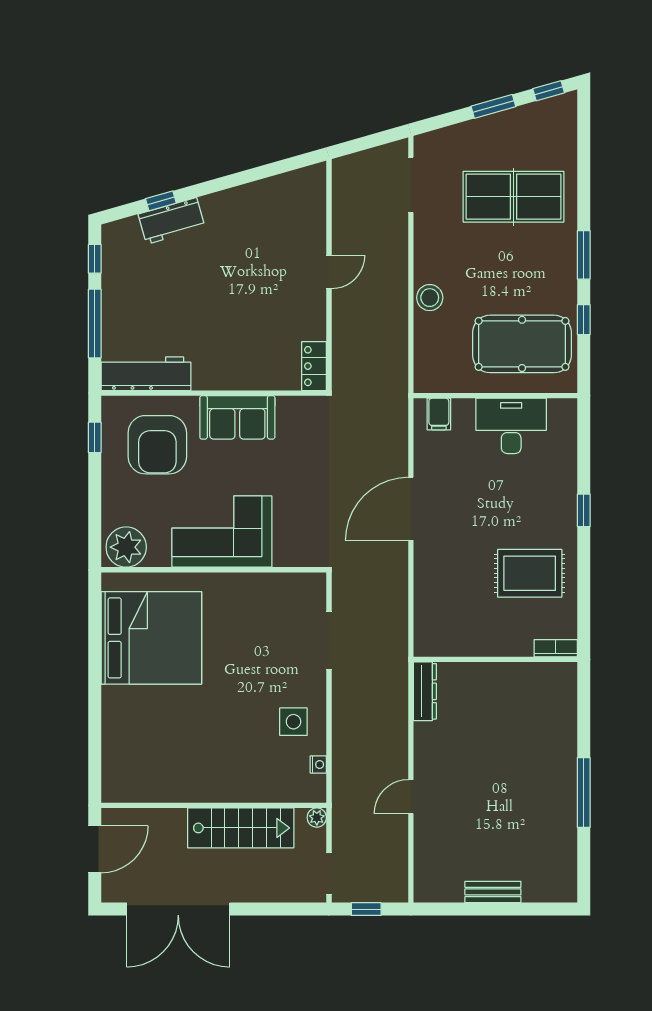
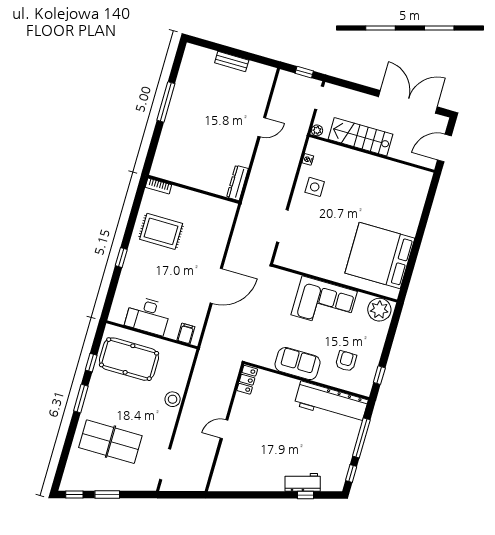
workbench: (146, 374) -> (331, 403), width x1.36, depth x1.32
armchair: (157, 445) -> (346, 361), width x0.53, depth x0.53

